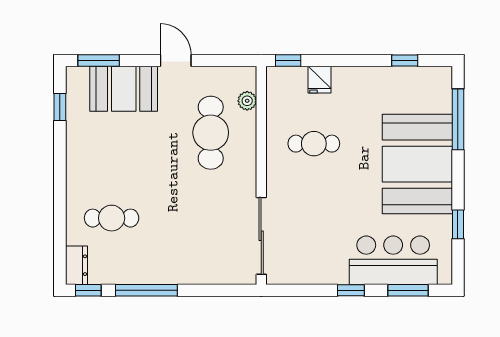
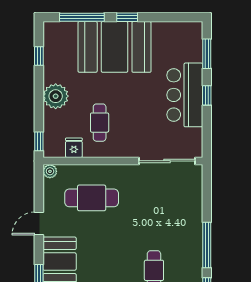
fridge: (320, 80) -> (74, 148), moved, turned -90
plant: (350, 83) -> (56, 96), added
plant: (247, 101) -> (50, 171), moved
window: (458, 224) -> (127, 17), moved
bar counter: (393, 260) -> (185, 95), moved

